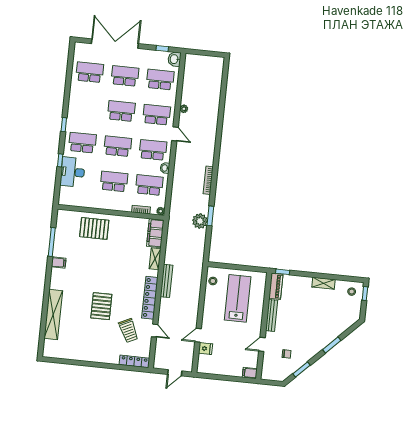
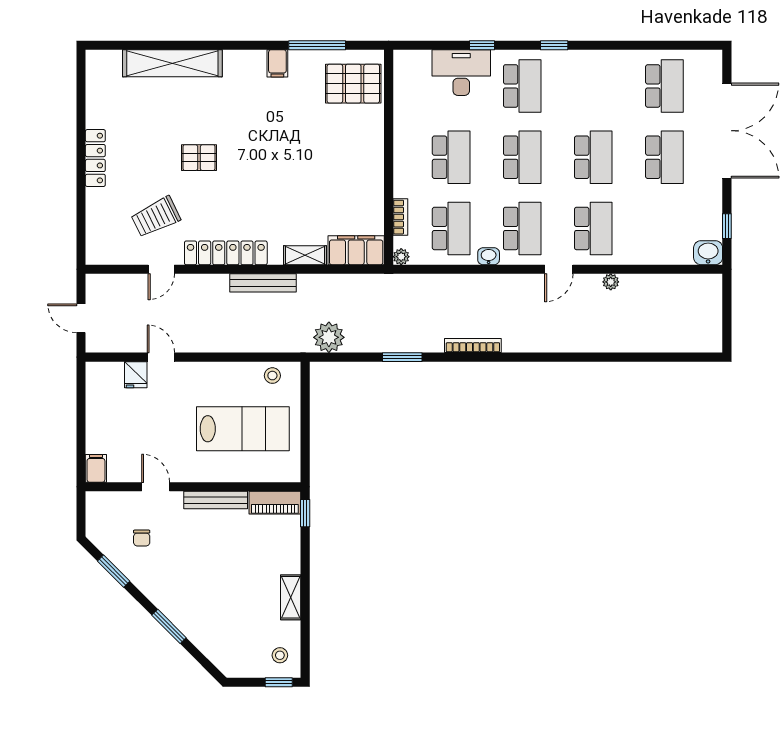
school desk: (160, 80) -> (664, 228), removed
plant: (200, 221) -> (329, 337), moved
pallet: (94, 228) -> (353, 84), moved, turned 90
pallet: (101, 306) -> (199, 158), width x0.67, depth x0.71
locker: (134, 361) -> (95, 158), moved

